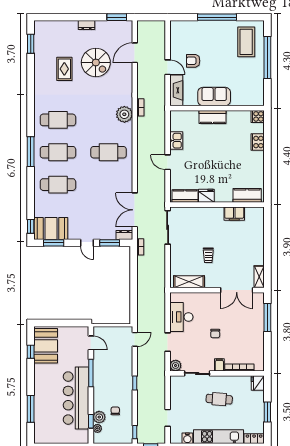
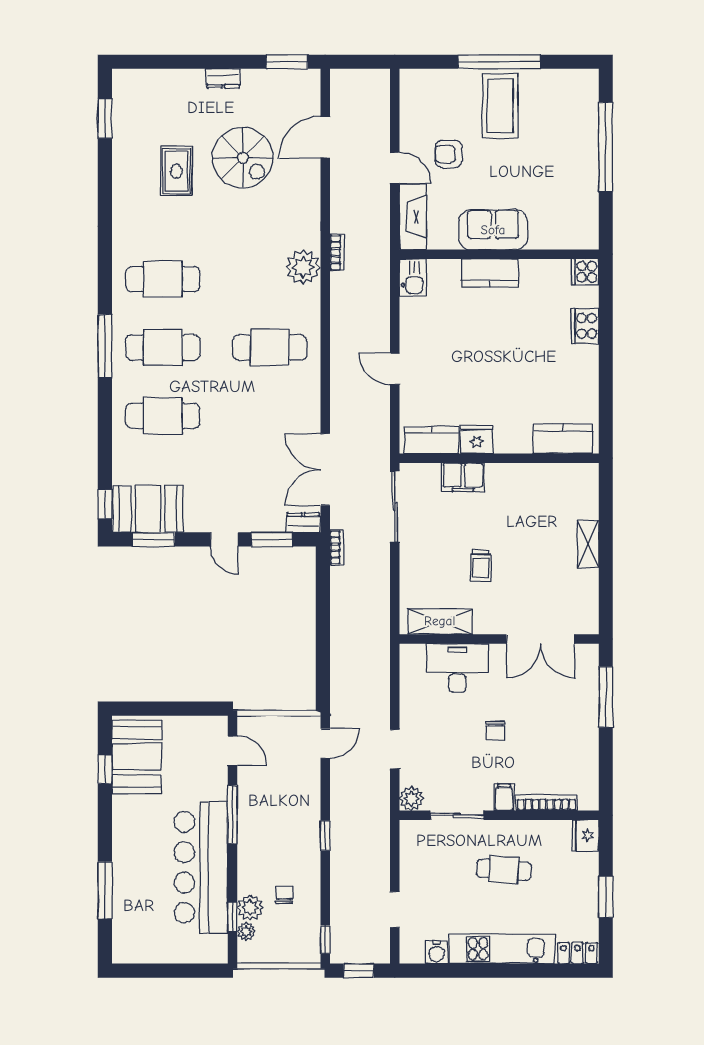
coffee table: (246, 42) -> (500, 106), moved
kitchen sink: (176, 141) -> (413, 278), moved
filing cabinet: (234, 214) -> (463, 477), moved
shelving: (259, 277) -> (588, 544), moved
desk: (181, 317) -> (457, 668), moved, turned 90

